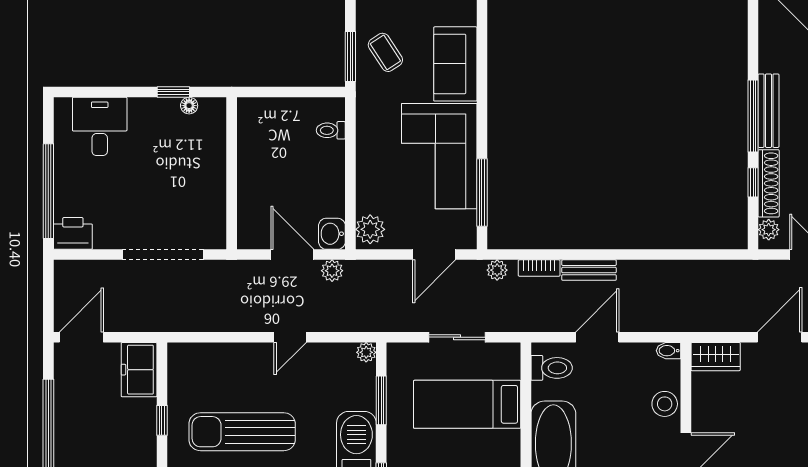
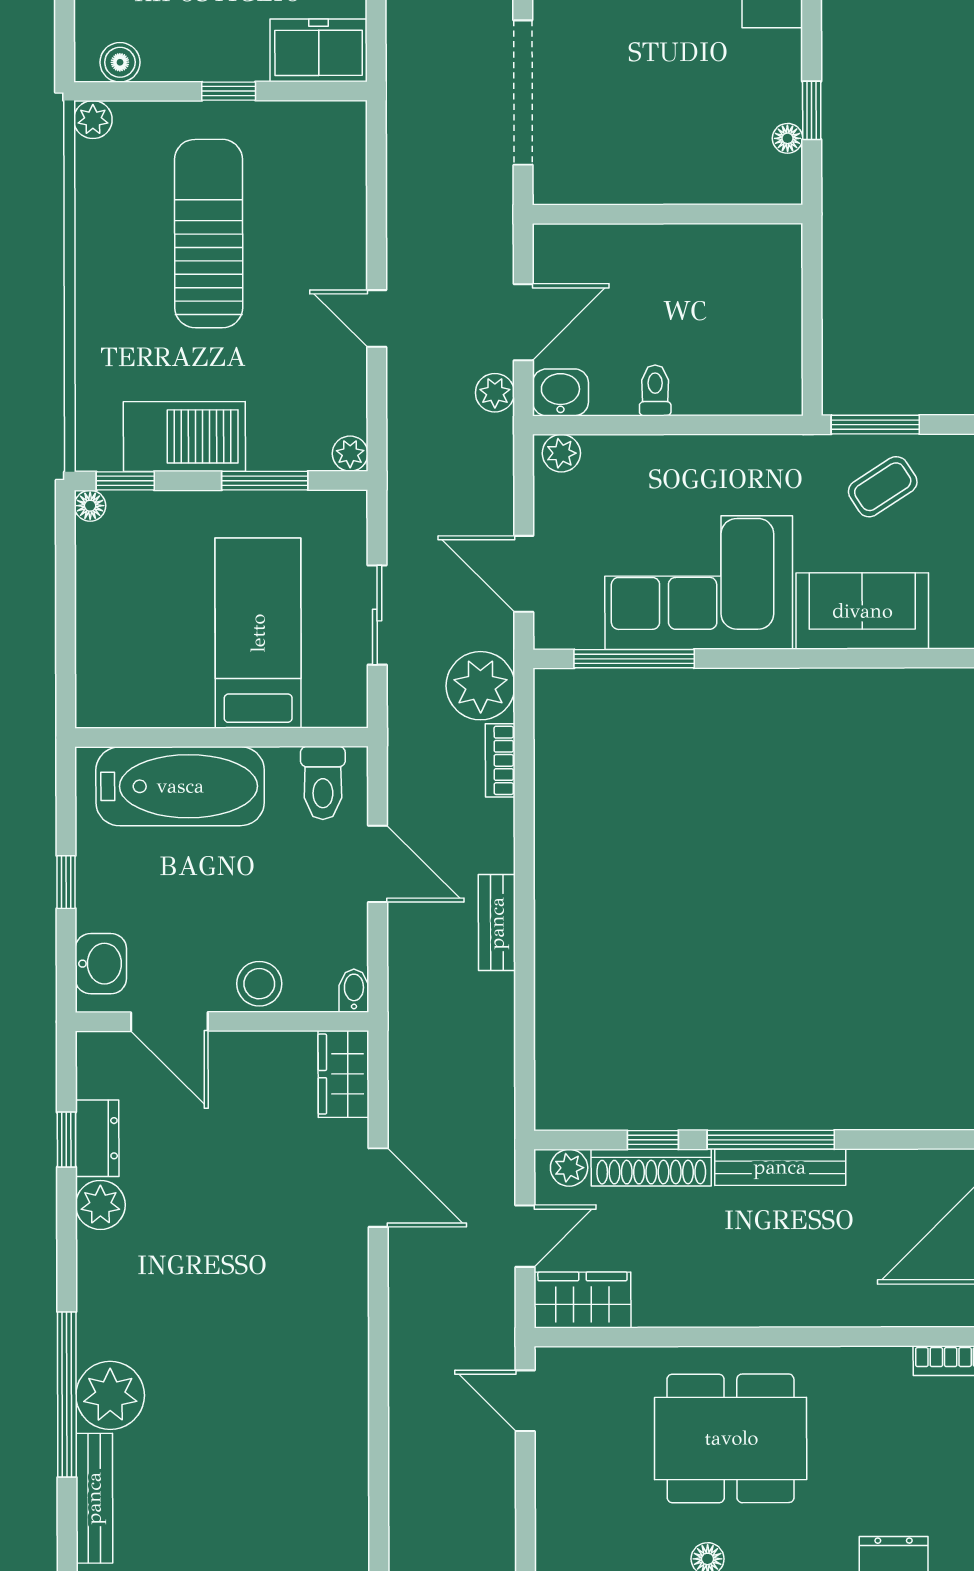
toilet: (331, 130) -> (655, 390), moved
plant: (370, 229) -> (561, 453), width x0.73, depth x0.73
plant: (497, 270) -> (481, 686), width x1.88, depth x1.88
bench: (589, 270) -> (497, 923), moved

